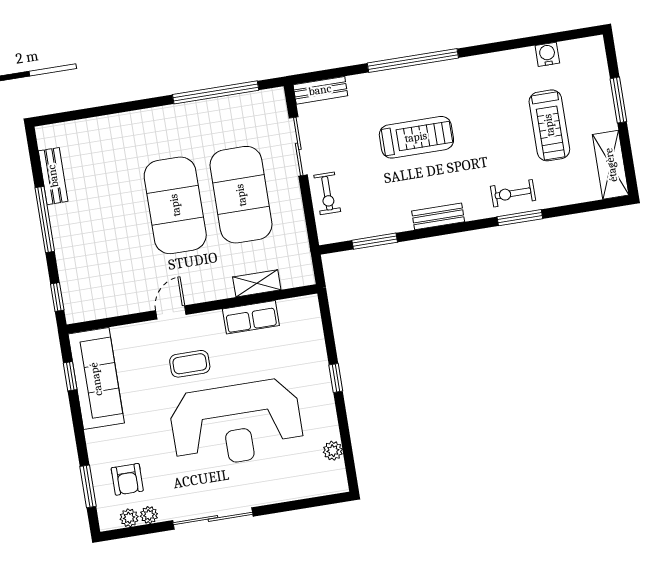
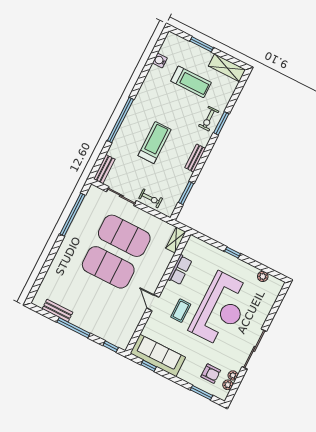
shelving: (257, 283) -> (176, 240), moved

